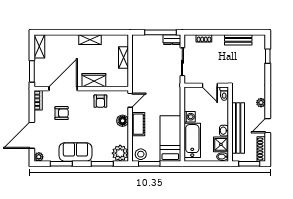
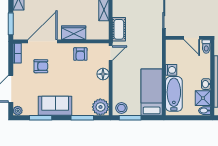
cot: (138, 124) -> (119, 29), moved

